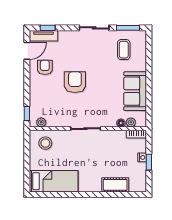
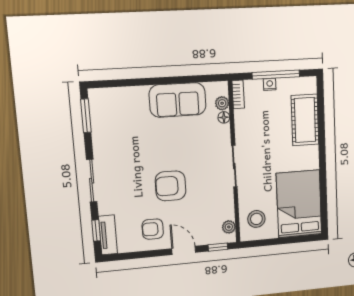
sliding door: (94, 28) -> (92, 181), moved
coffee table: (124, 50) -> (119, 120), removed
door: (27, 51) -> (184, 250), moved
window: (149, 162) -> (276, 75), width x2.17
bed: (54, 181) -> (299, 204), width x1.50
cot: (115, 185) -> (305, 120), width x1.37, depth x1.34

